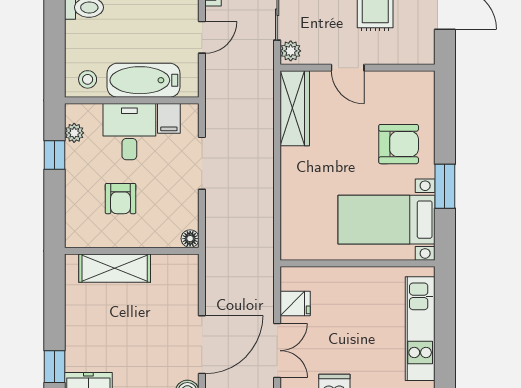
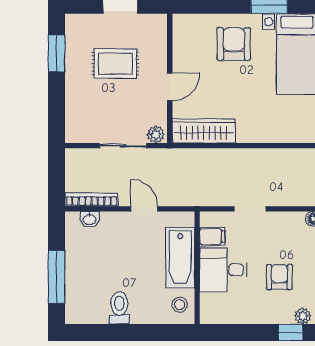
plant: (74, 133) -> (303, 316), moved
window: (54, 155) -> (291, 333), moved
doorway: (202, 163) -> (250, 209), width x0.73
armchair: (120, 199) -> (279, 277), turned -90

